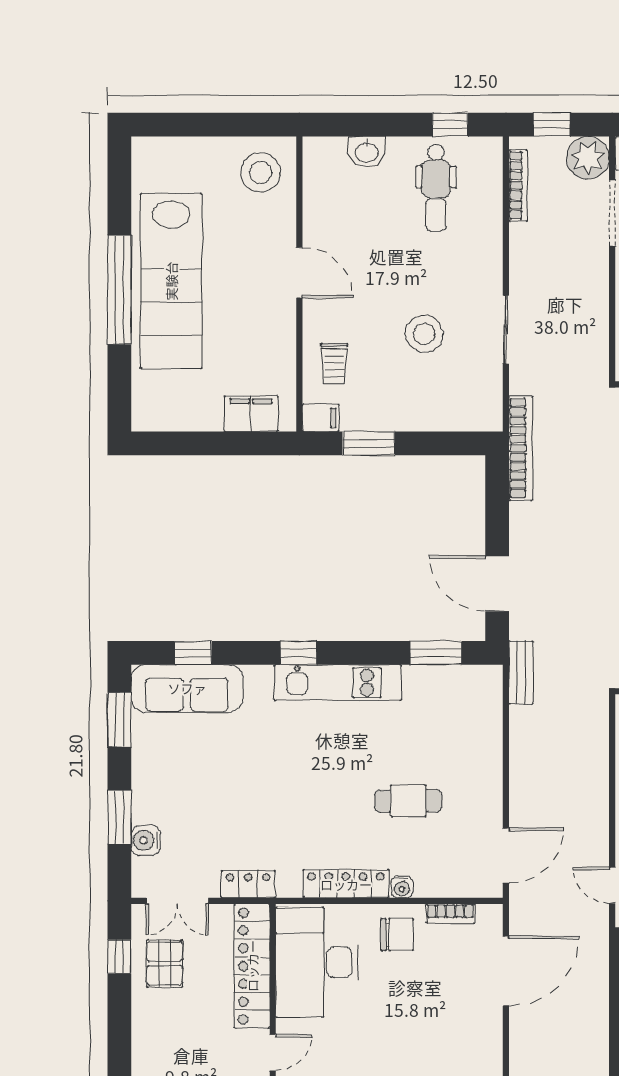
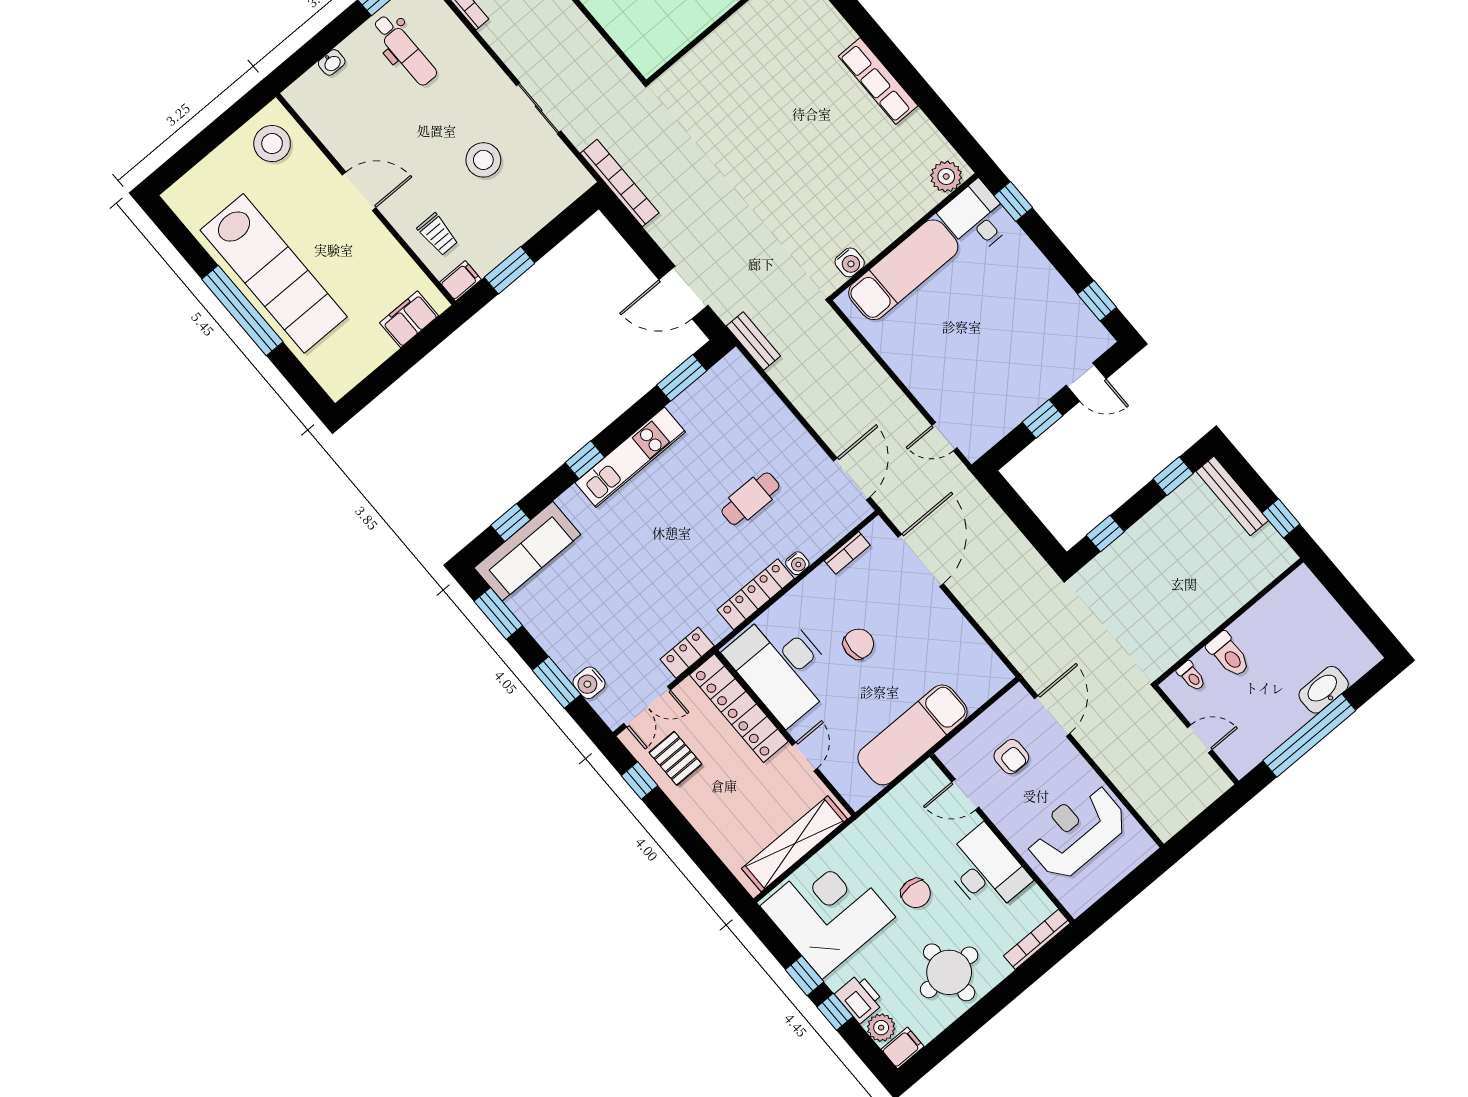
washbasin: (367, 152) -> (332, 62), width x0.72, depth x0.69
chair: (397, 935) -> (858, 644), moved

